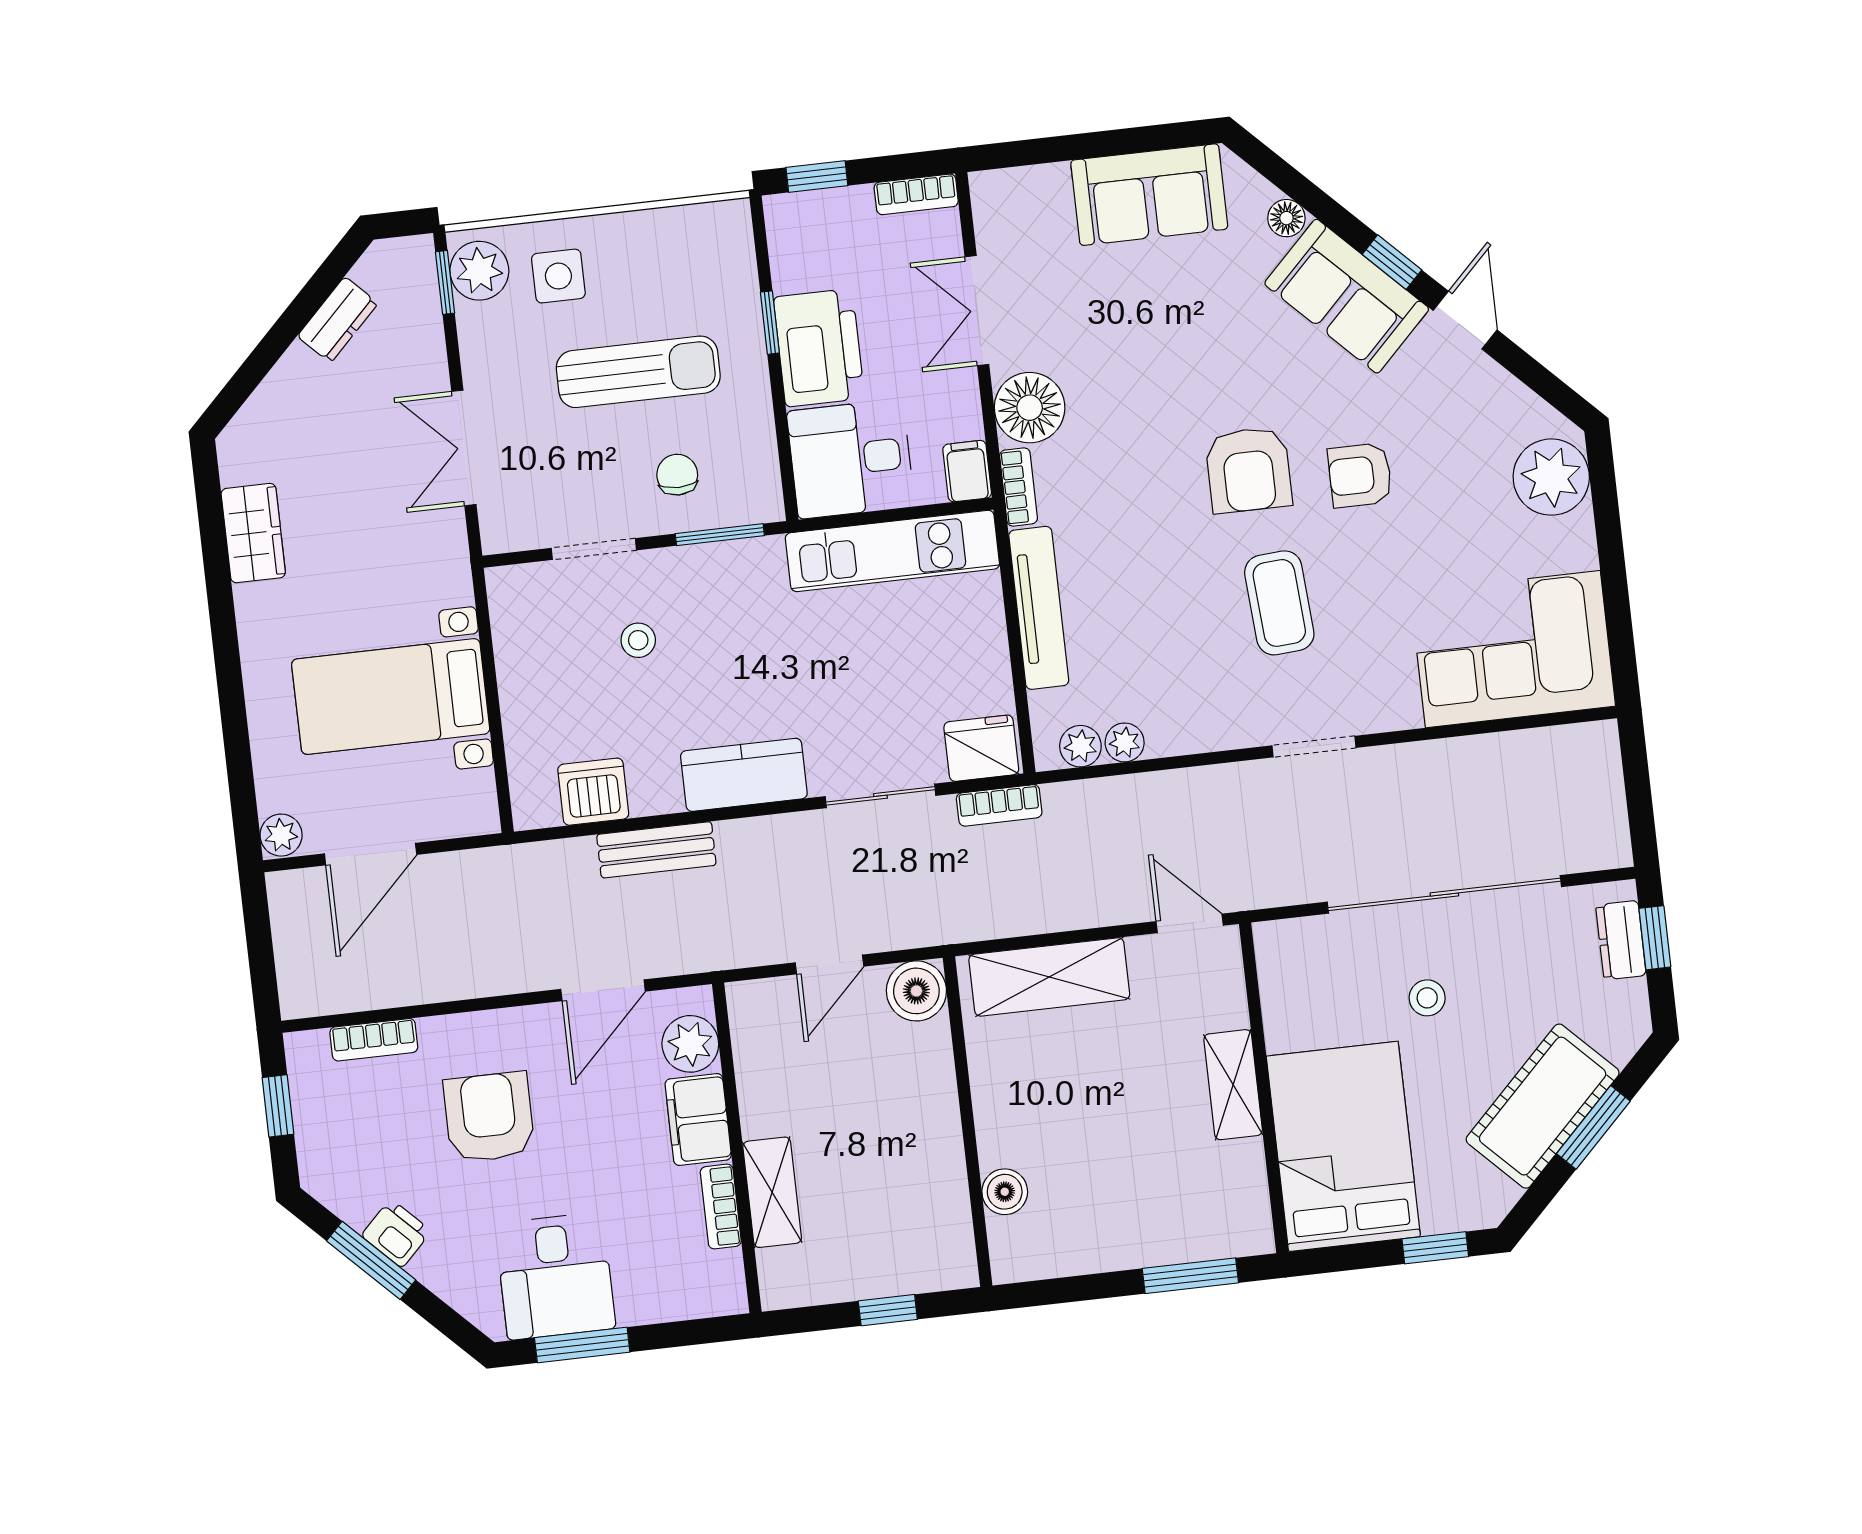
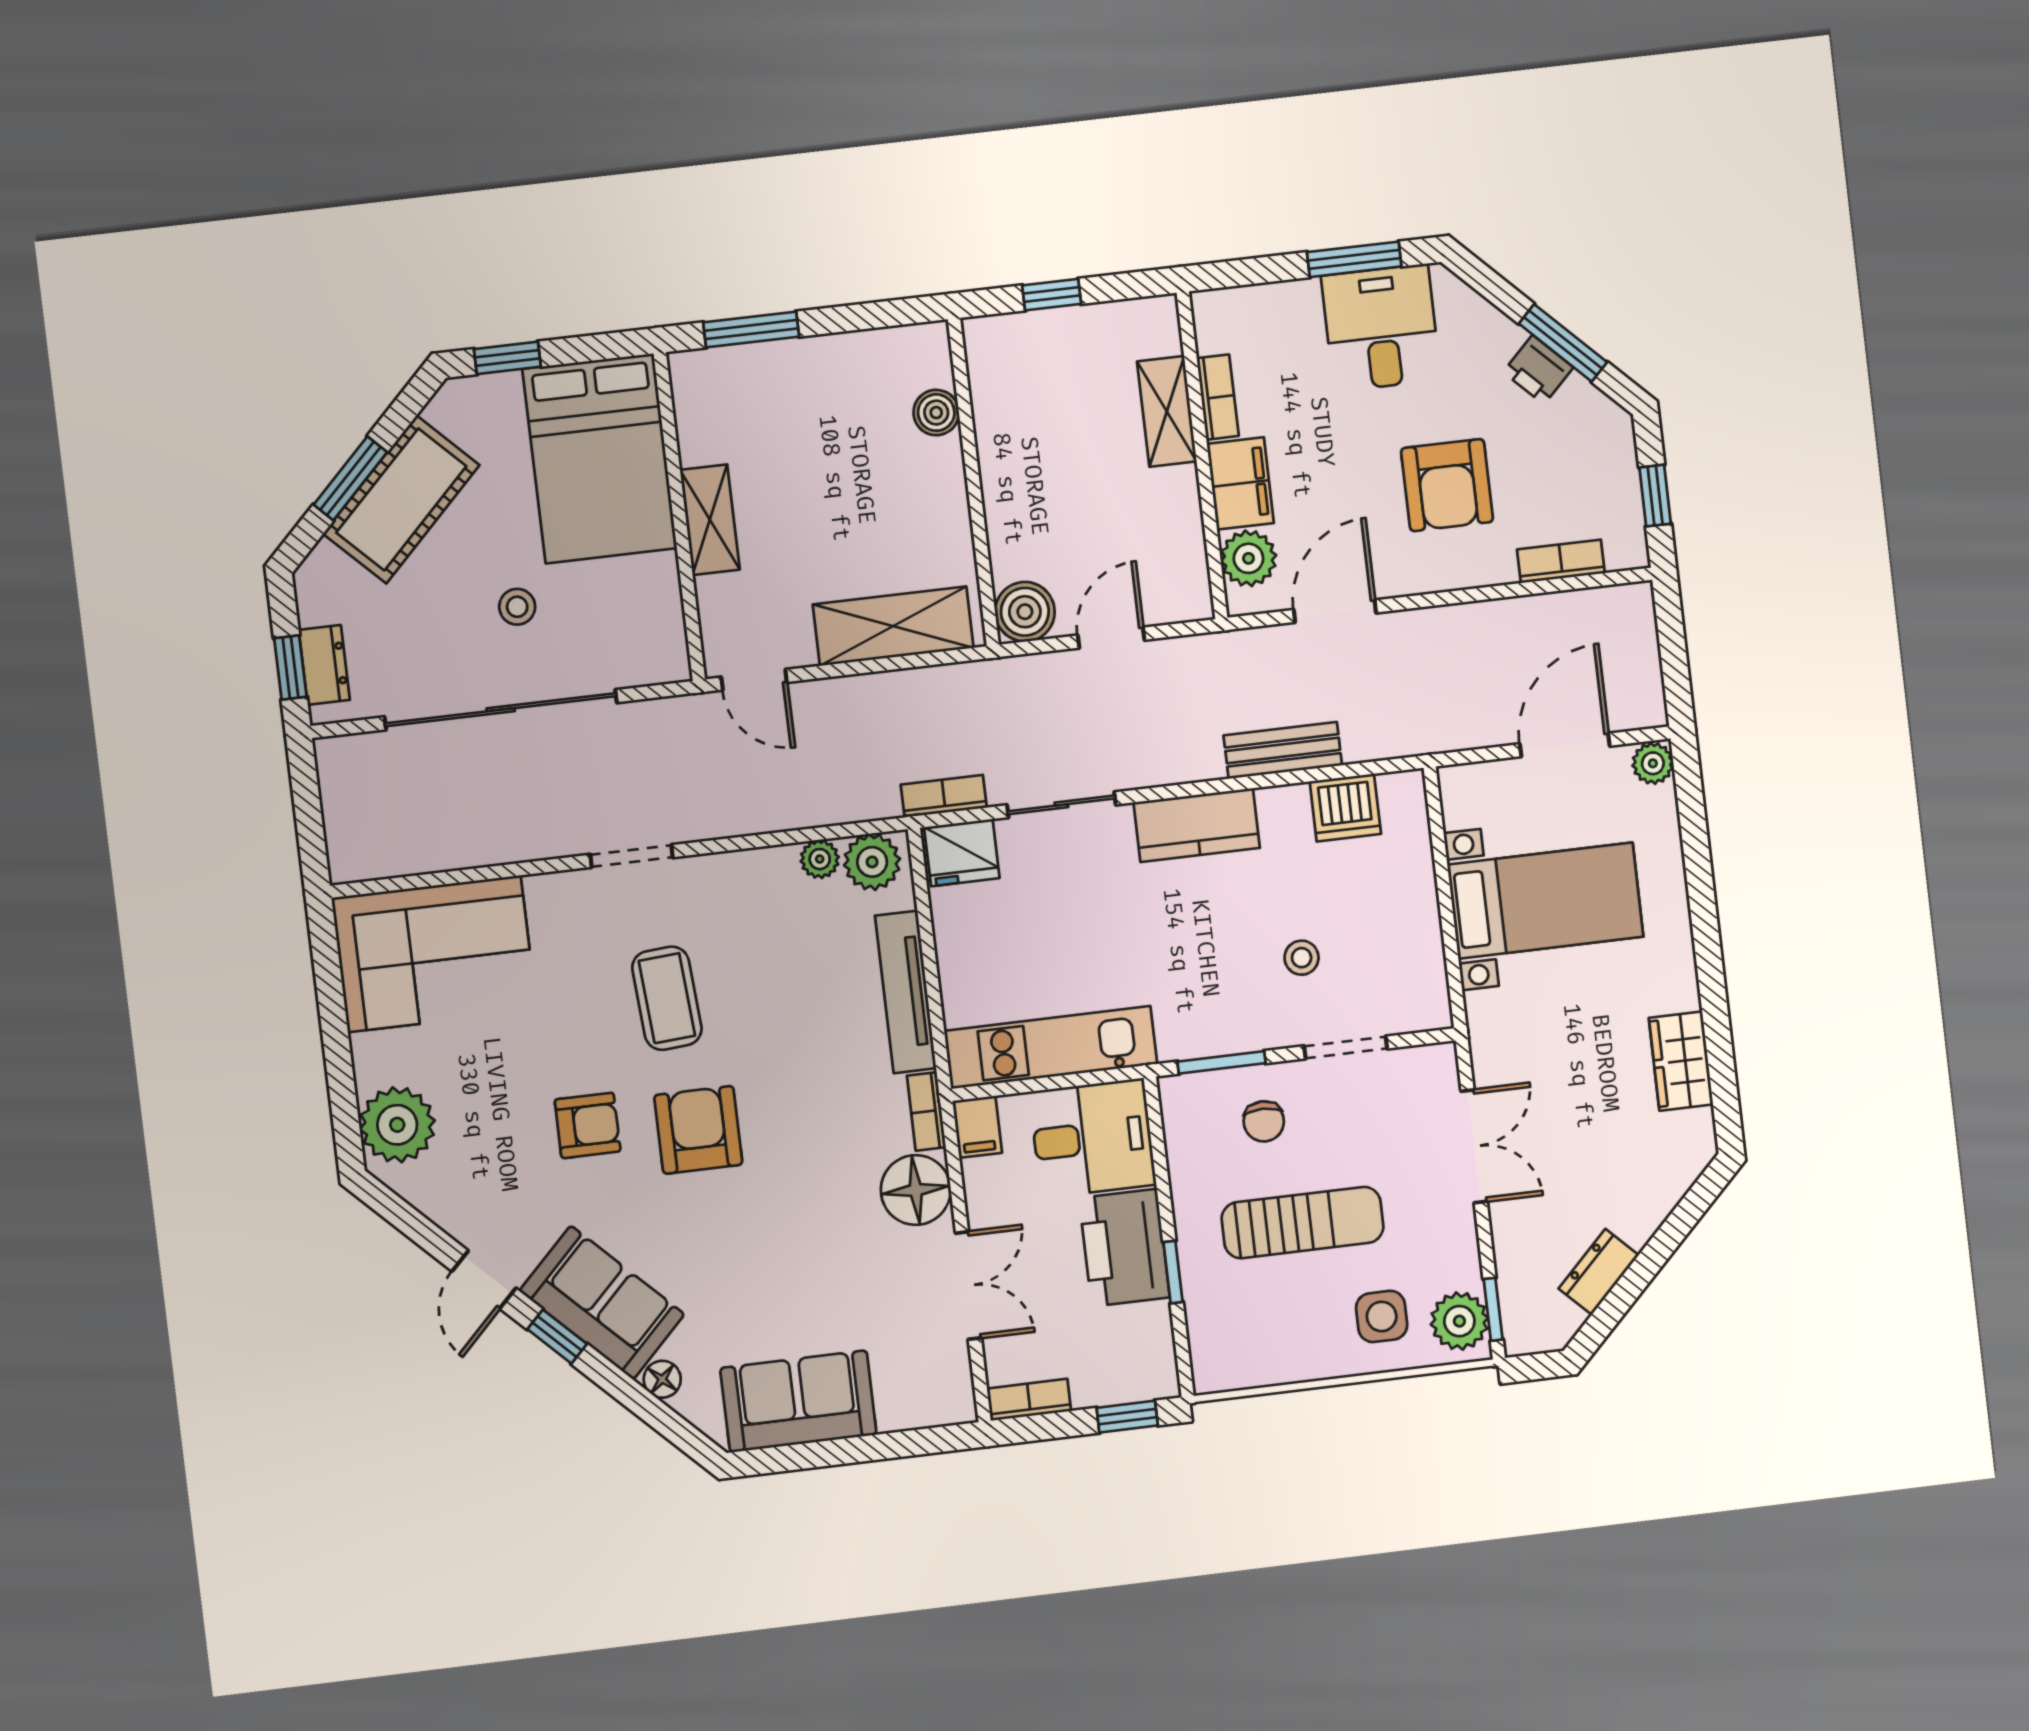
sun lounger: (638, 372) -> (1303, 1223), turned 180
plant: (1080, 746) -> (872, 862), width x1.38, depth x1.38

